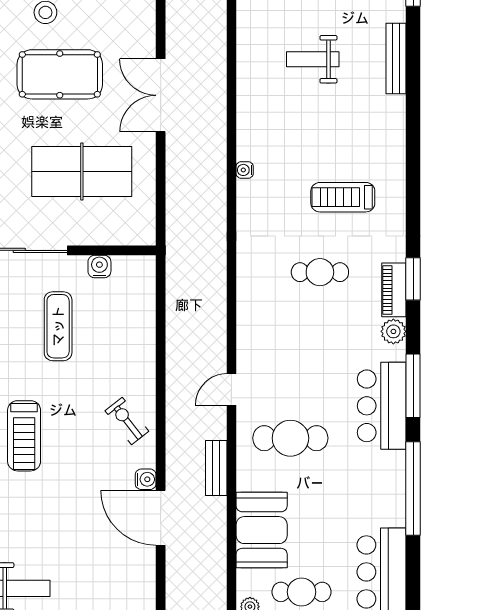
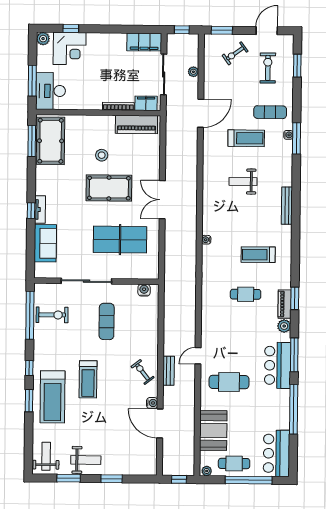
bench: (396, 58) -> (287, 206), moved
water cooler: (99, 266) -> (144, 290), moved
bench: (216, 468) -> (169, 371), moved

